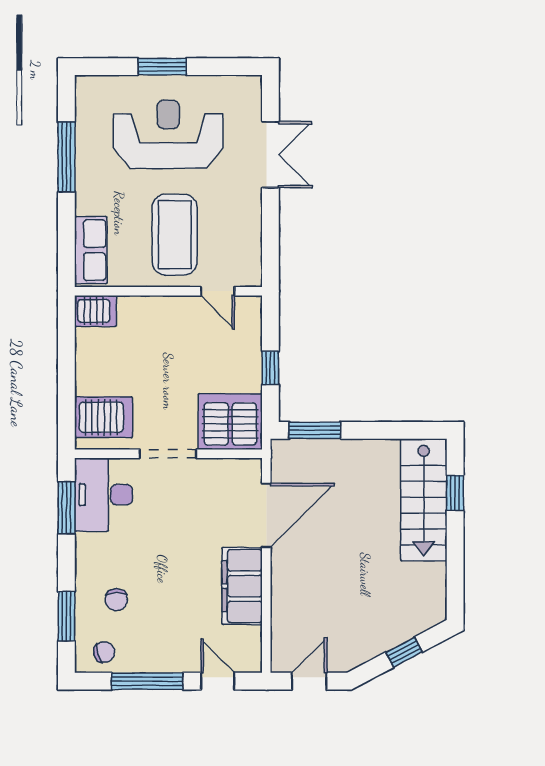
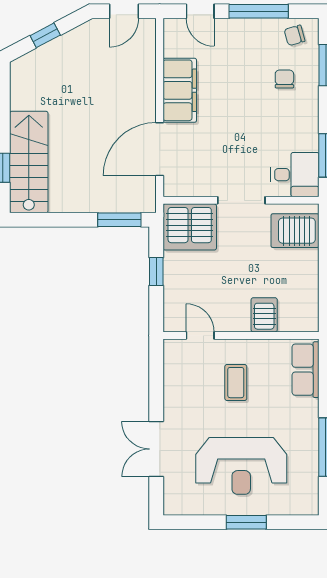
coffee table: (175, 235) -> (236, 383), width x0.54, depth x0.58
server rack: (95, 311) -> (264, 315), moved, turned 90
desk: (104, 495) -> (295, 175), width x0.73

